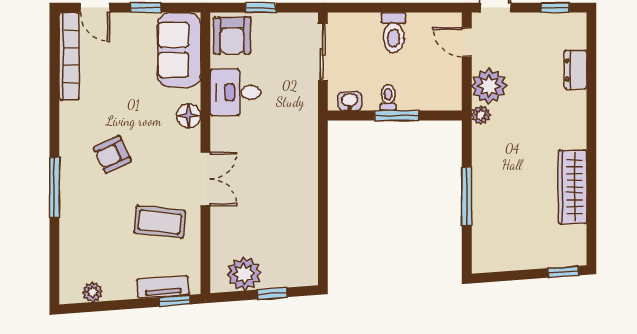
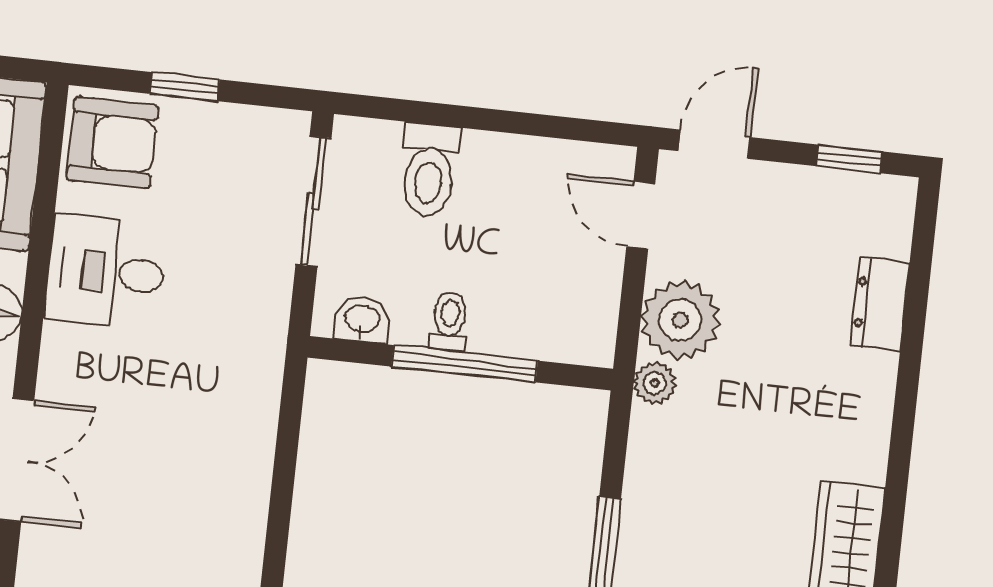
toilet: (394, 33) -> (429, 170), moved
armchair: (232, 36) -> (112, 143), turned -90
window: (397, 115) -> (465, 364), width x1.44

